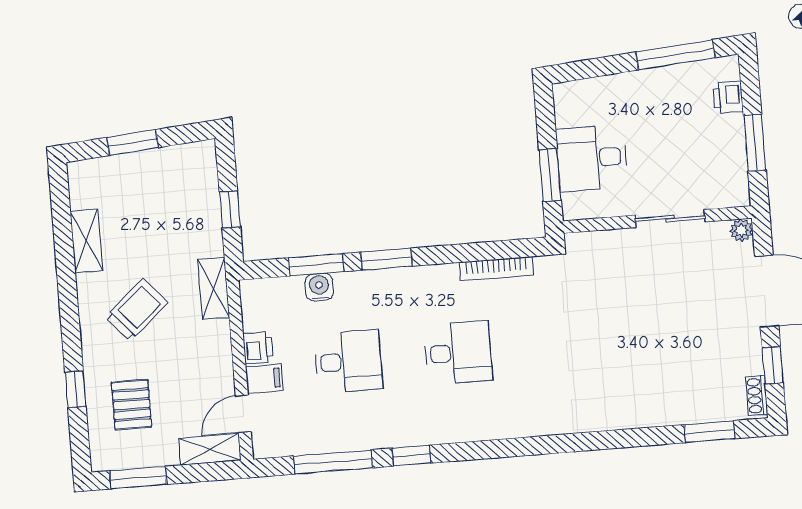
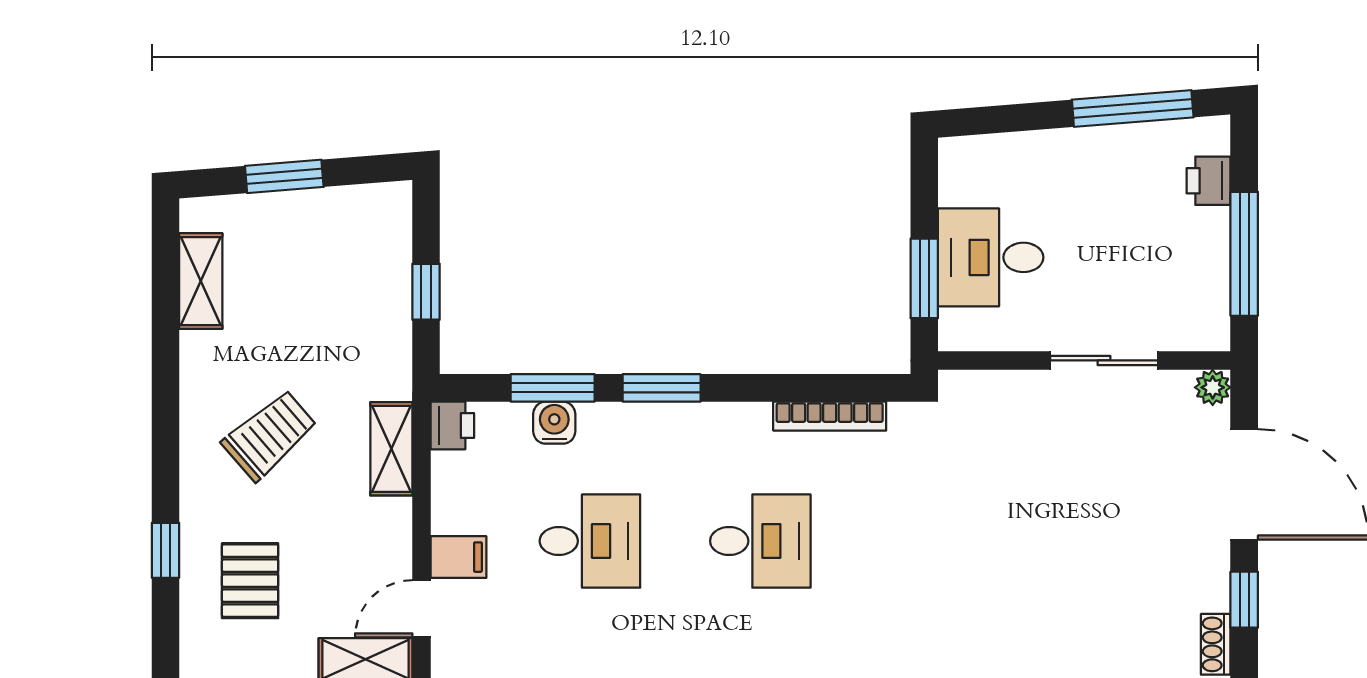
window: (755, 143) -> (1244, 254), width x1.44
shelving: (86, 241) -> (201, 281), moved
shelving: (214, 288) -> (391, 449), moved
printer: (258, 348) -> (452, 425), moved

